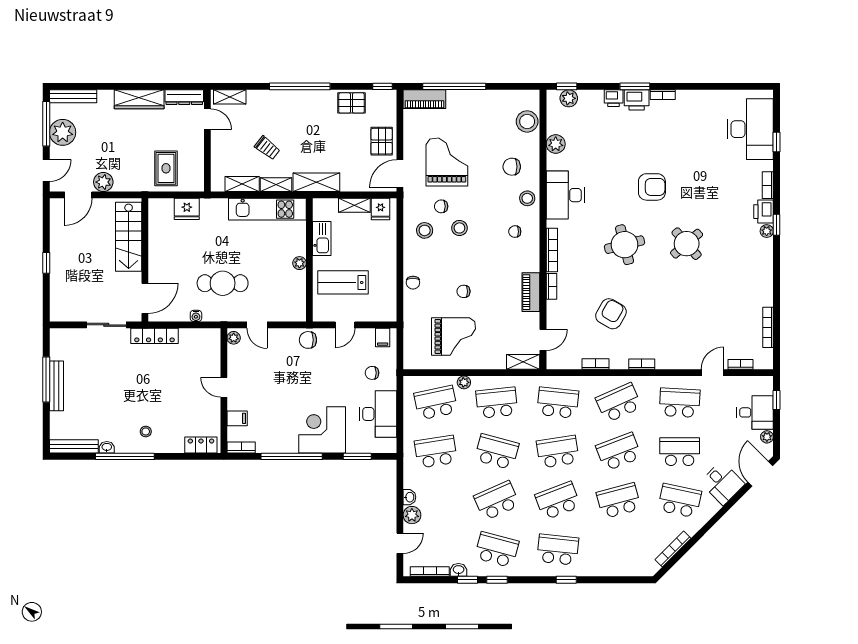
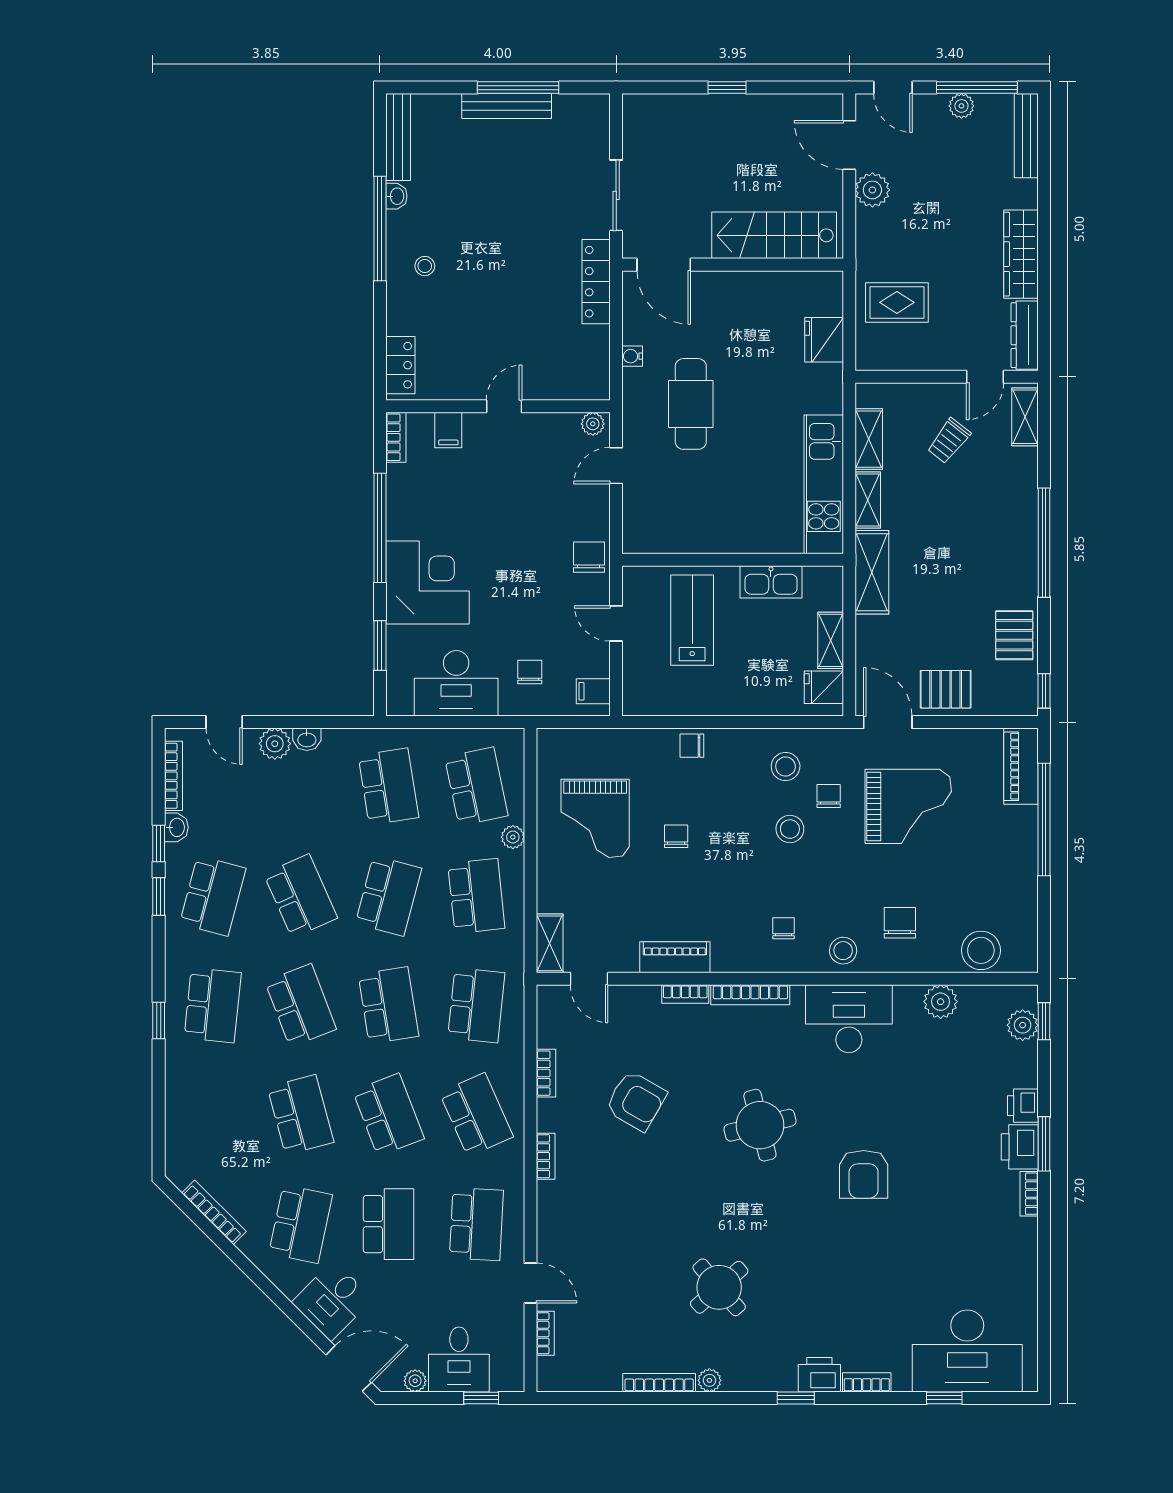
plant: (63, 132) -> (961, 106), width x0.53, depth x0.53
trolley: (267, 148) -> (949, 441), moved
plant: (767, 231) -> (709, 1380), moved
round table: (687, 244) -> (719, 1287), moved
plant: (299, 263) -> (727, 542), removed
bookcase: (768, 327) -> (659, 1383), moved

